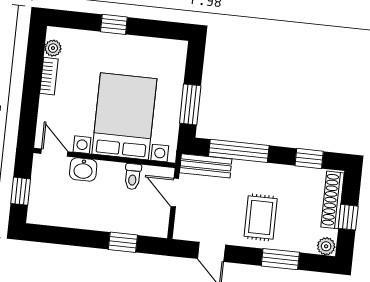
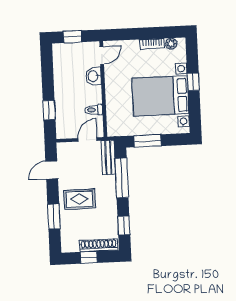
bed with nightstands: (124, 116) -> (160, 96), moved, turned 180
plant: (326, 246) -> (67, 246), removed

